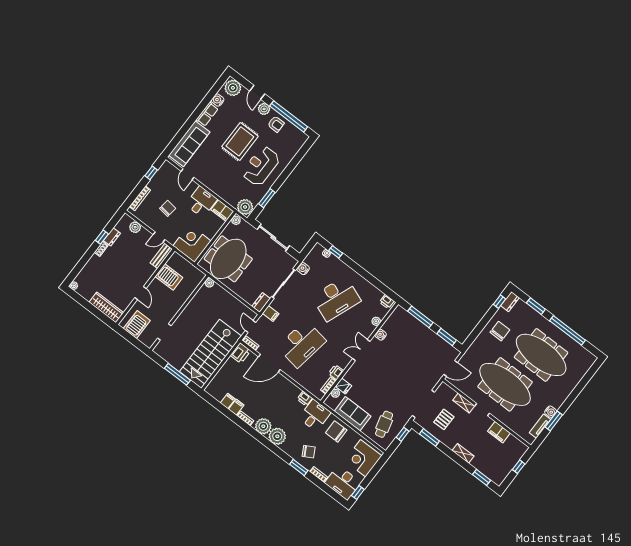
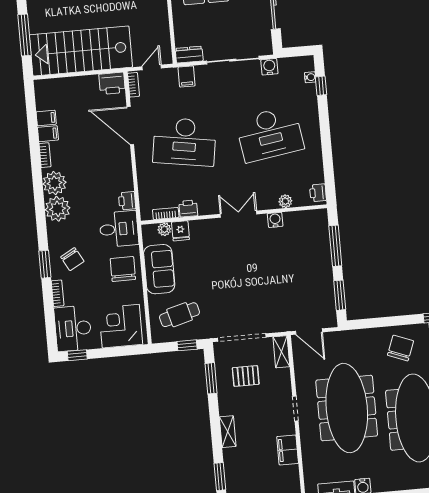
desk: (336, 299) -> (270, 134), turned -30
chair: (500, 331) -> (401, 348), turned -69
shelving: (464, 403) -> (281, 352), moved

